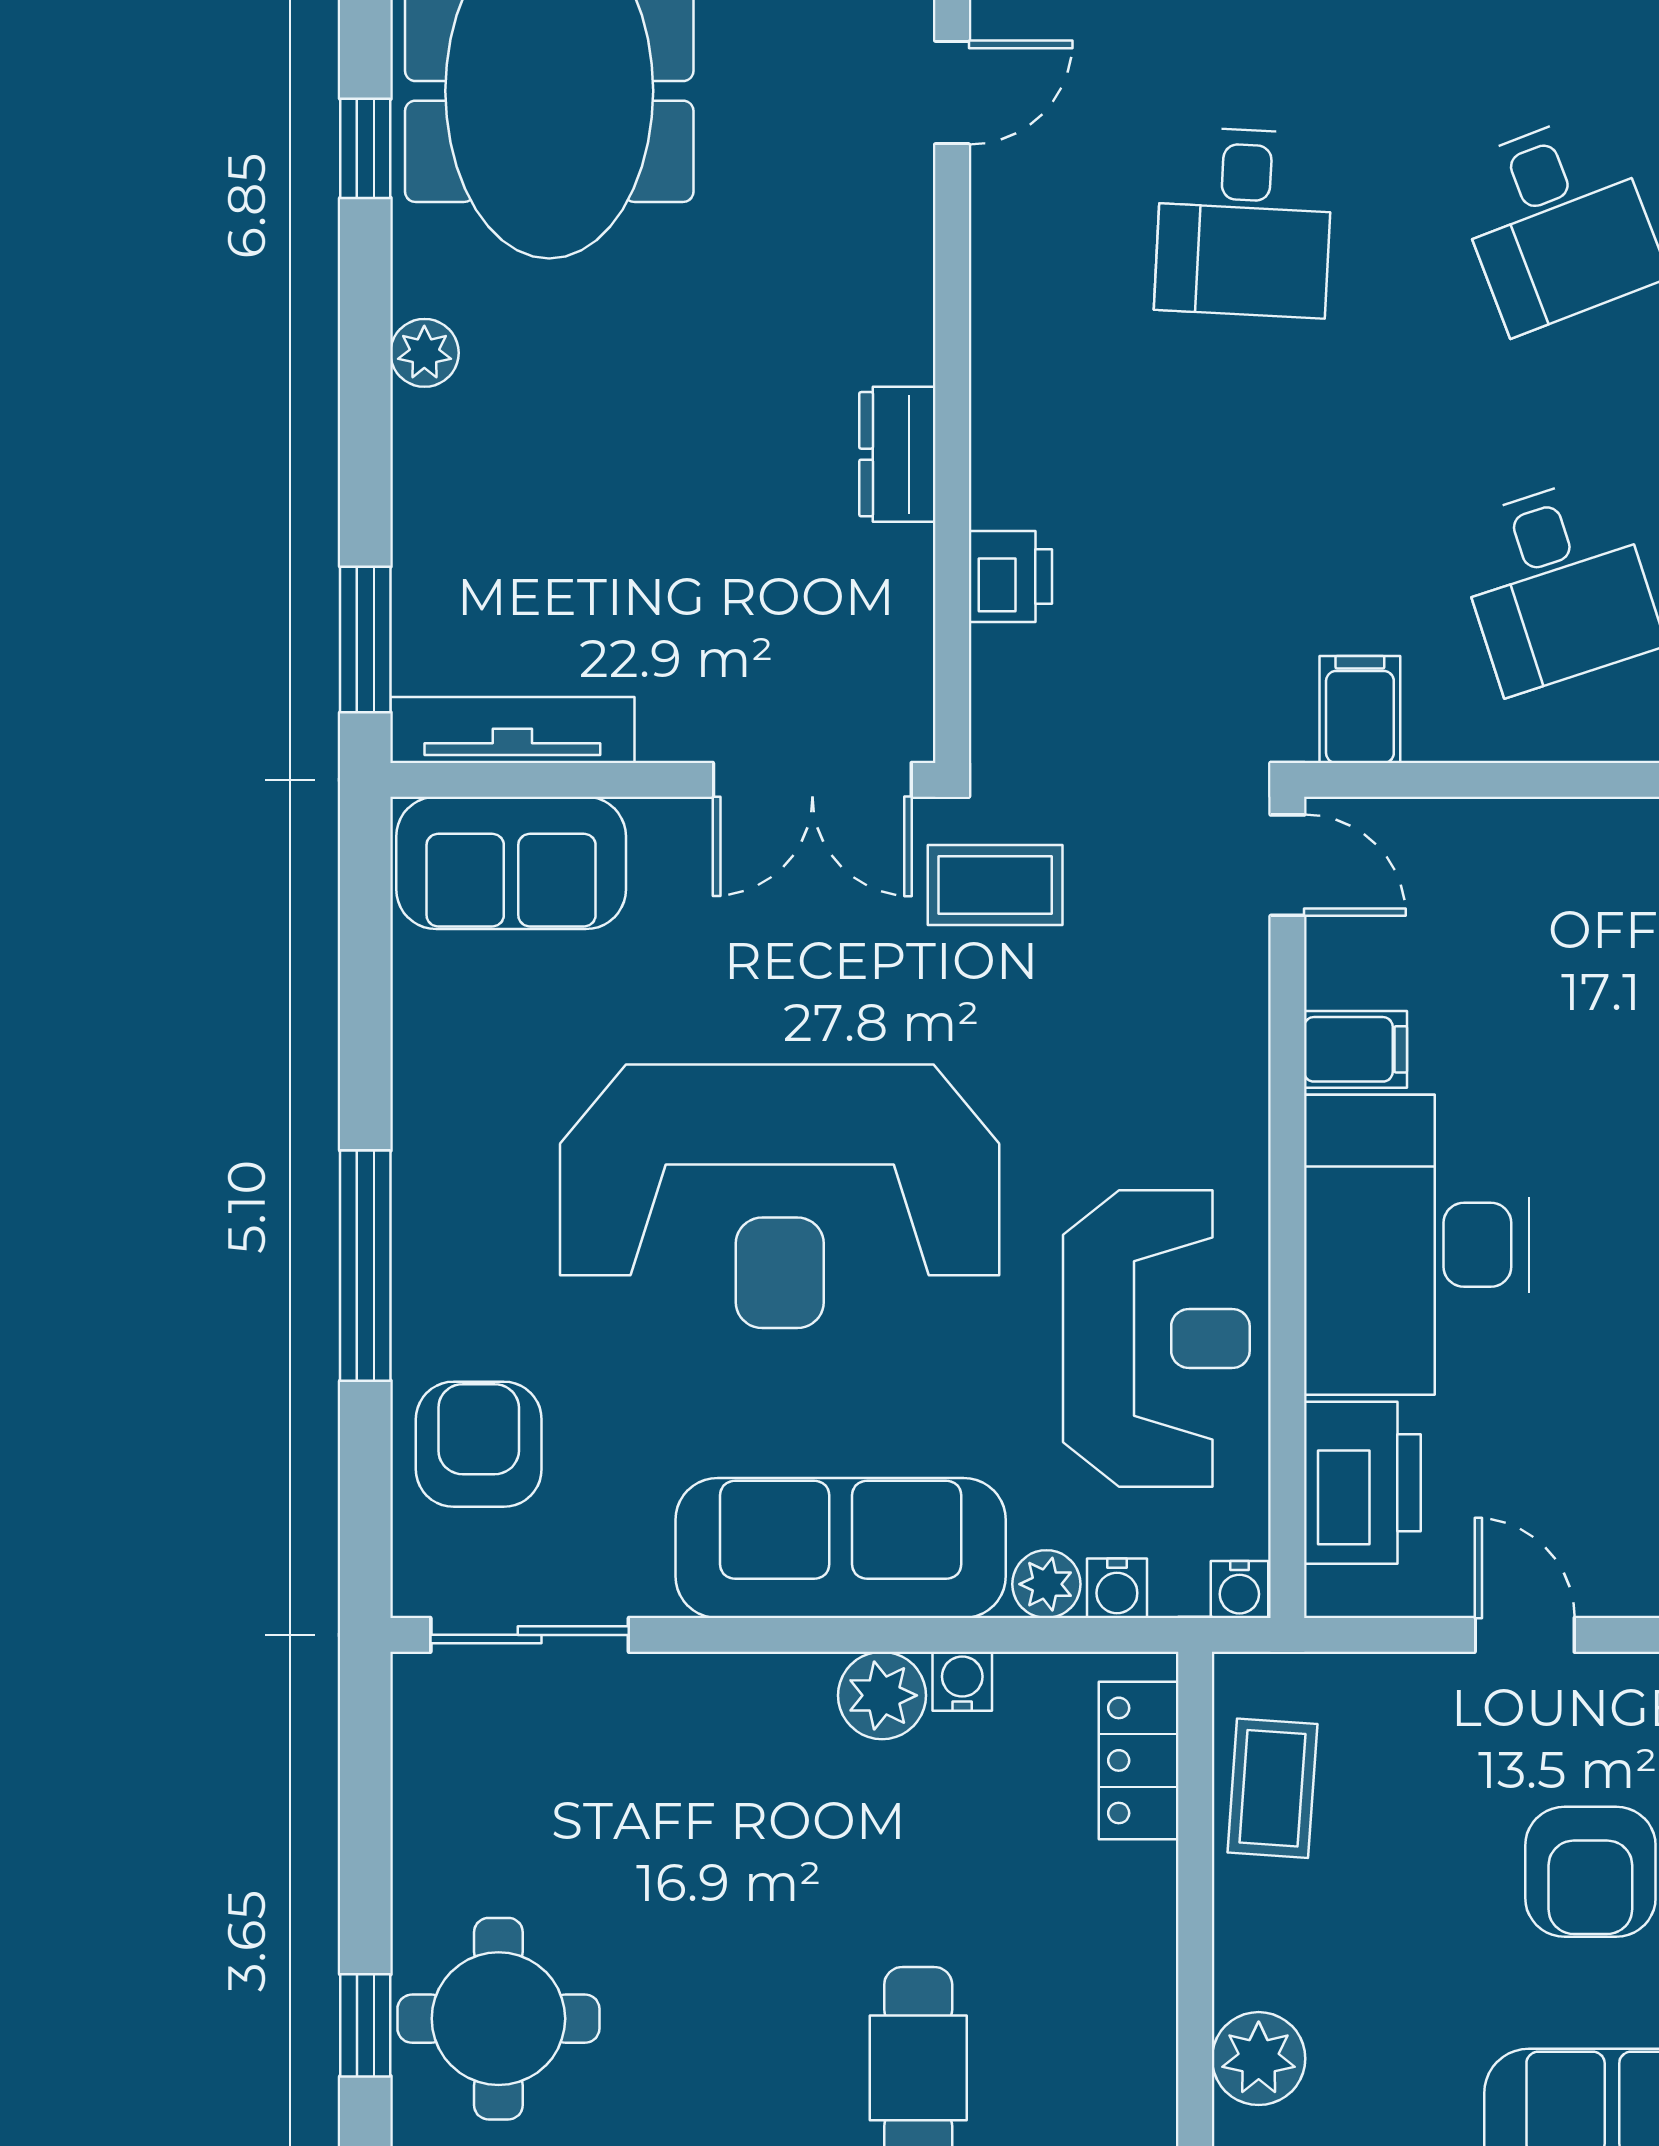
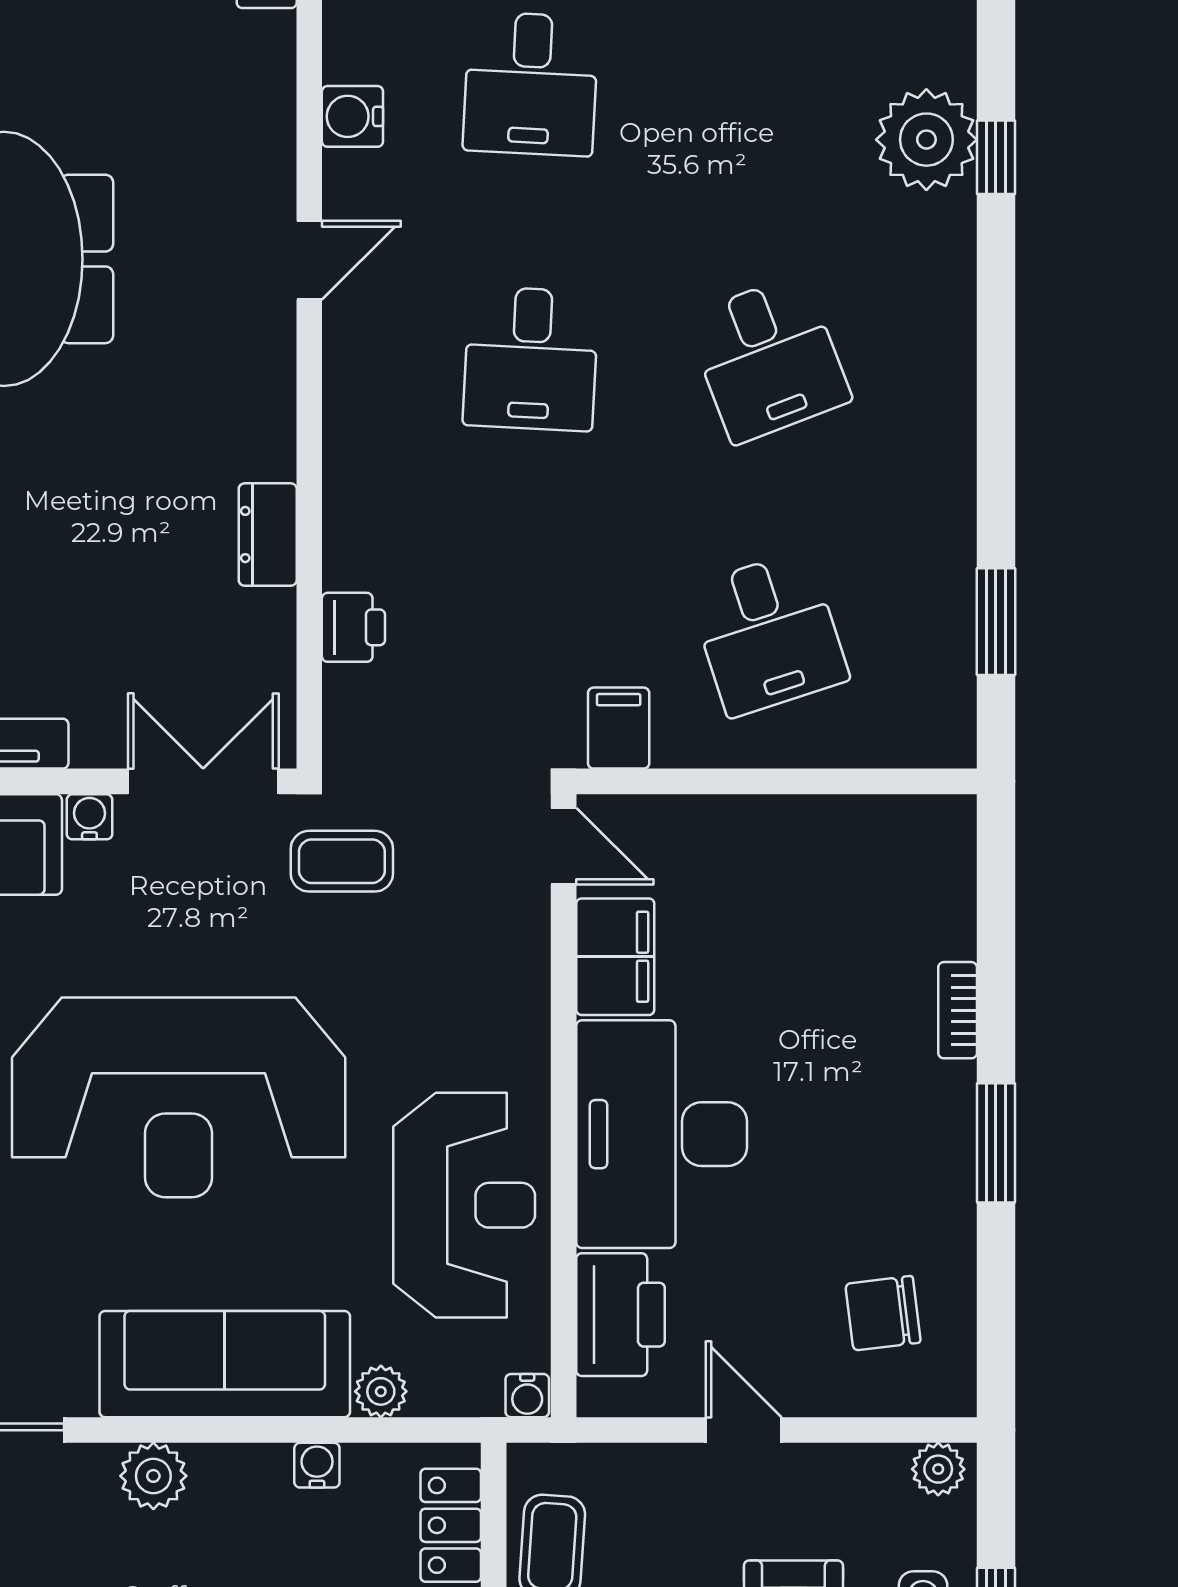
double door: (812, 780) -> (203, 781), swing flipped
filing cabinet: (1356, 1049) -> (615, 957), width x2.00
water cooler: (1117, 1588) -> (89, 817), moved, turned 180
plant: (882, 1695) -> (153, 1476), moved

